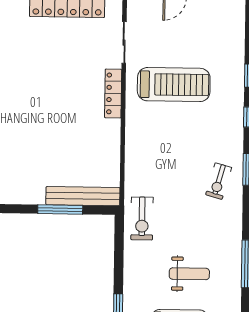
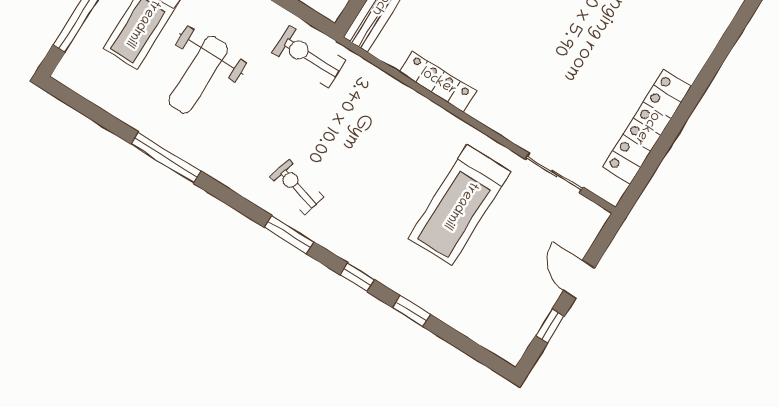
locker: (113, 93) -> (438, 82), moved
weight bench: (189, 274) -> (198, 75), width x1.36, depth x1.33

